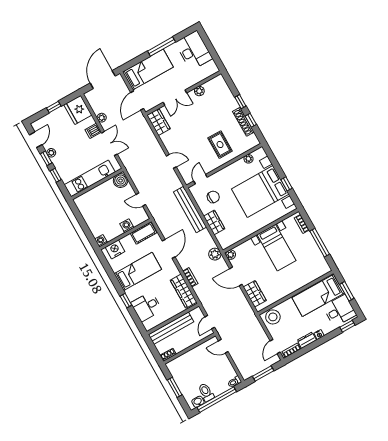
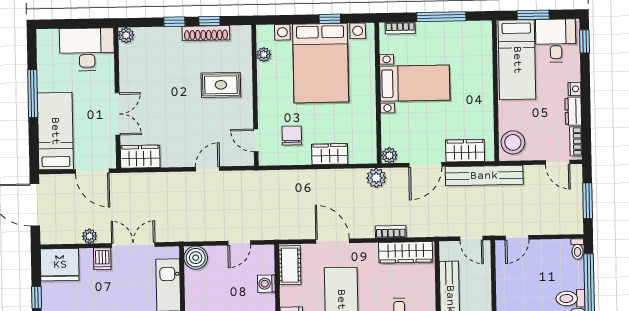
desk: (194, 51) -> (87, 49), moved
plant: (199, 91) -> (126, 35), moved
bench: (190, 209) -> (484, 176), moved

